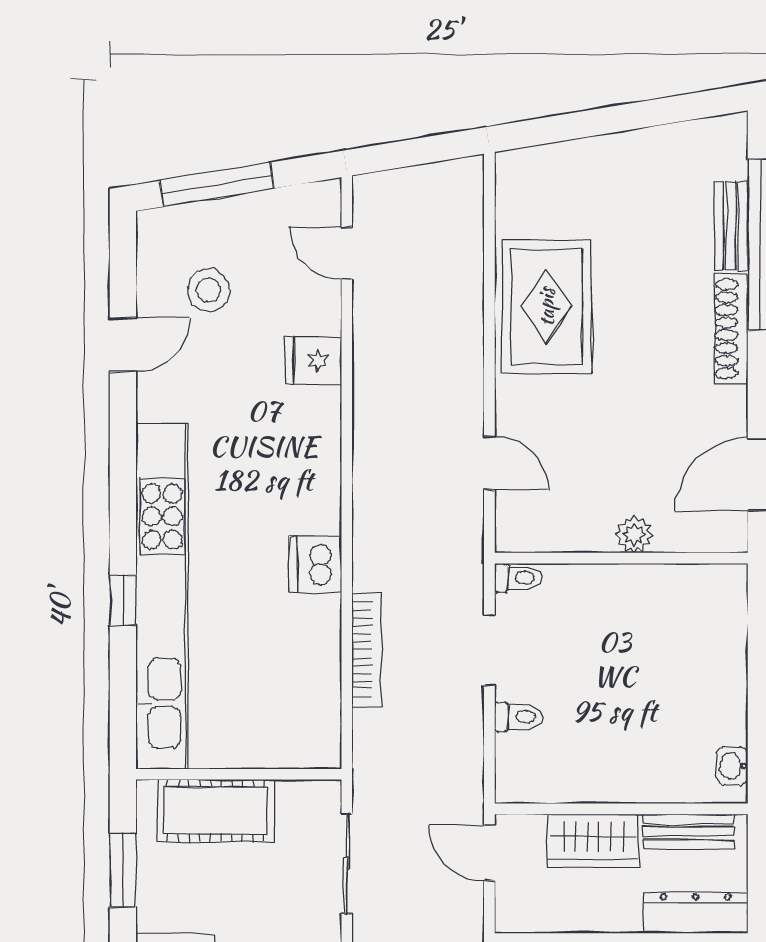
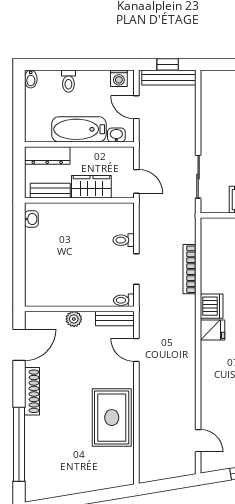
bench: (731, 226) -> (115, 318), moved, turned 90
shoe rack: (731, 329) -> (32, 391), moved
fridge: (313, 360) -> (212, 330), moved

